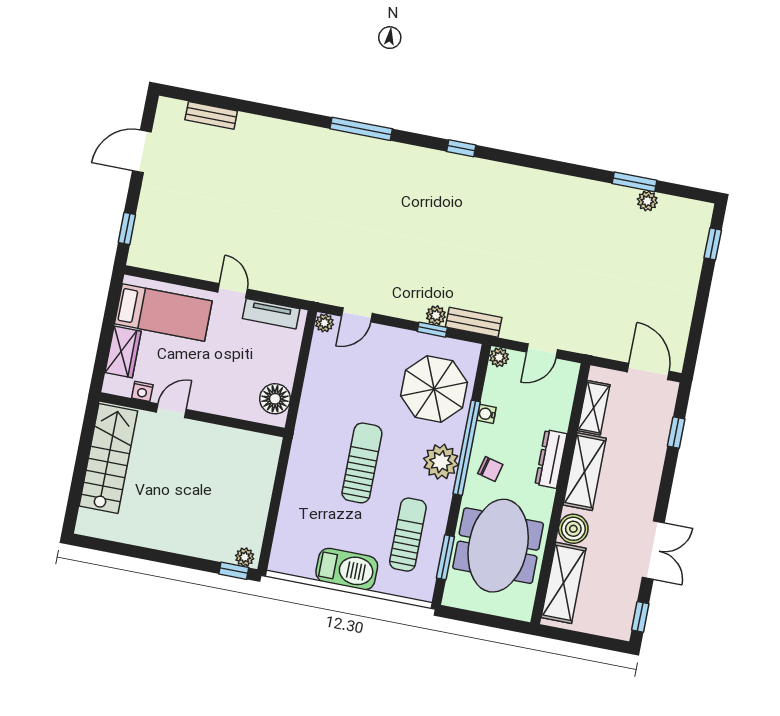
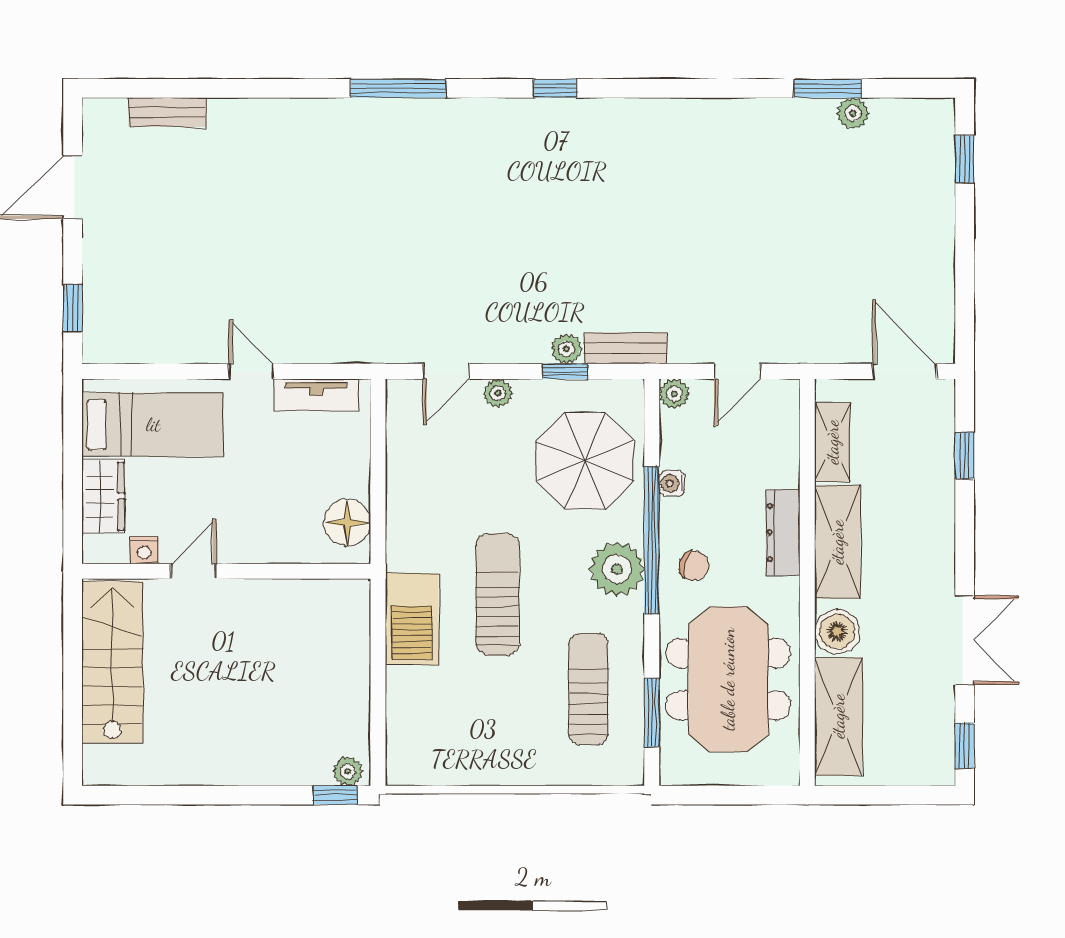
plant: (324, 323) -> (498, 393), moved
barbecue: (347, 569) -> (412, 619), moved, turned 90

